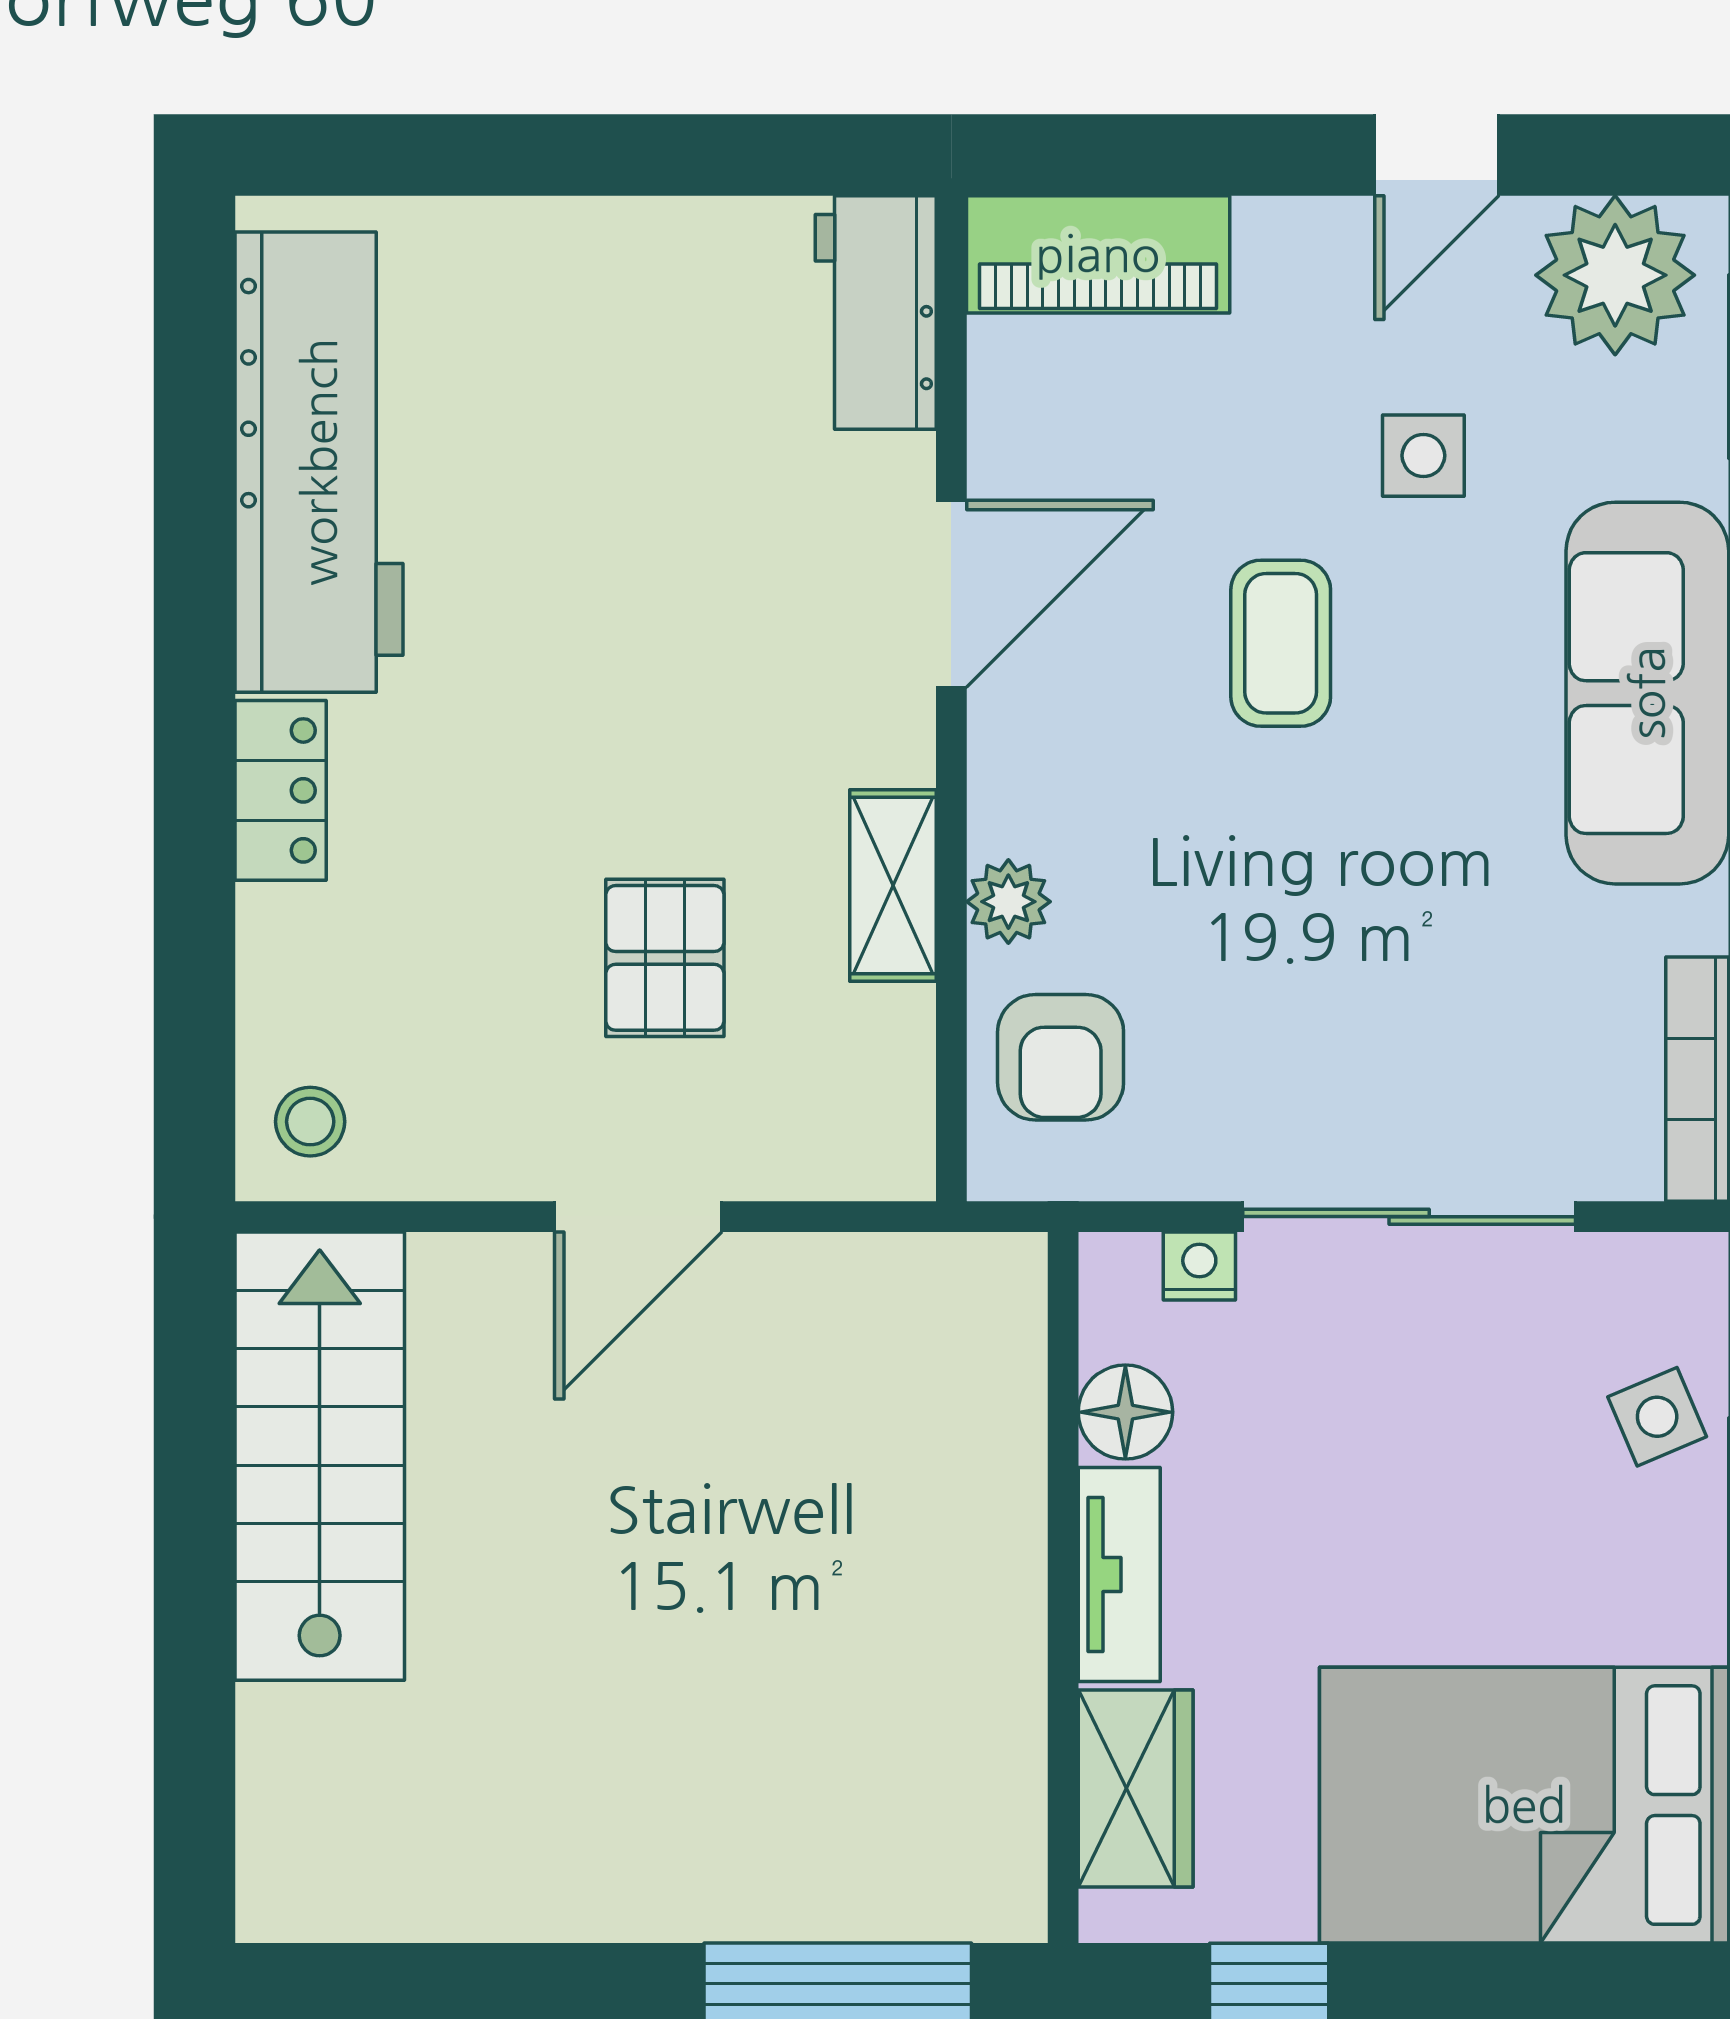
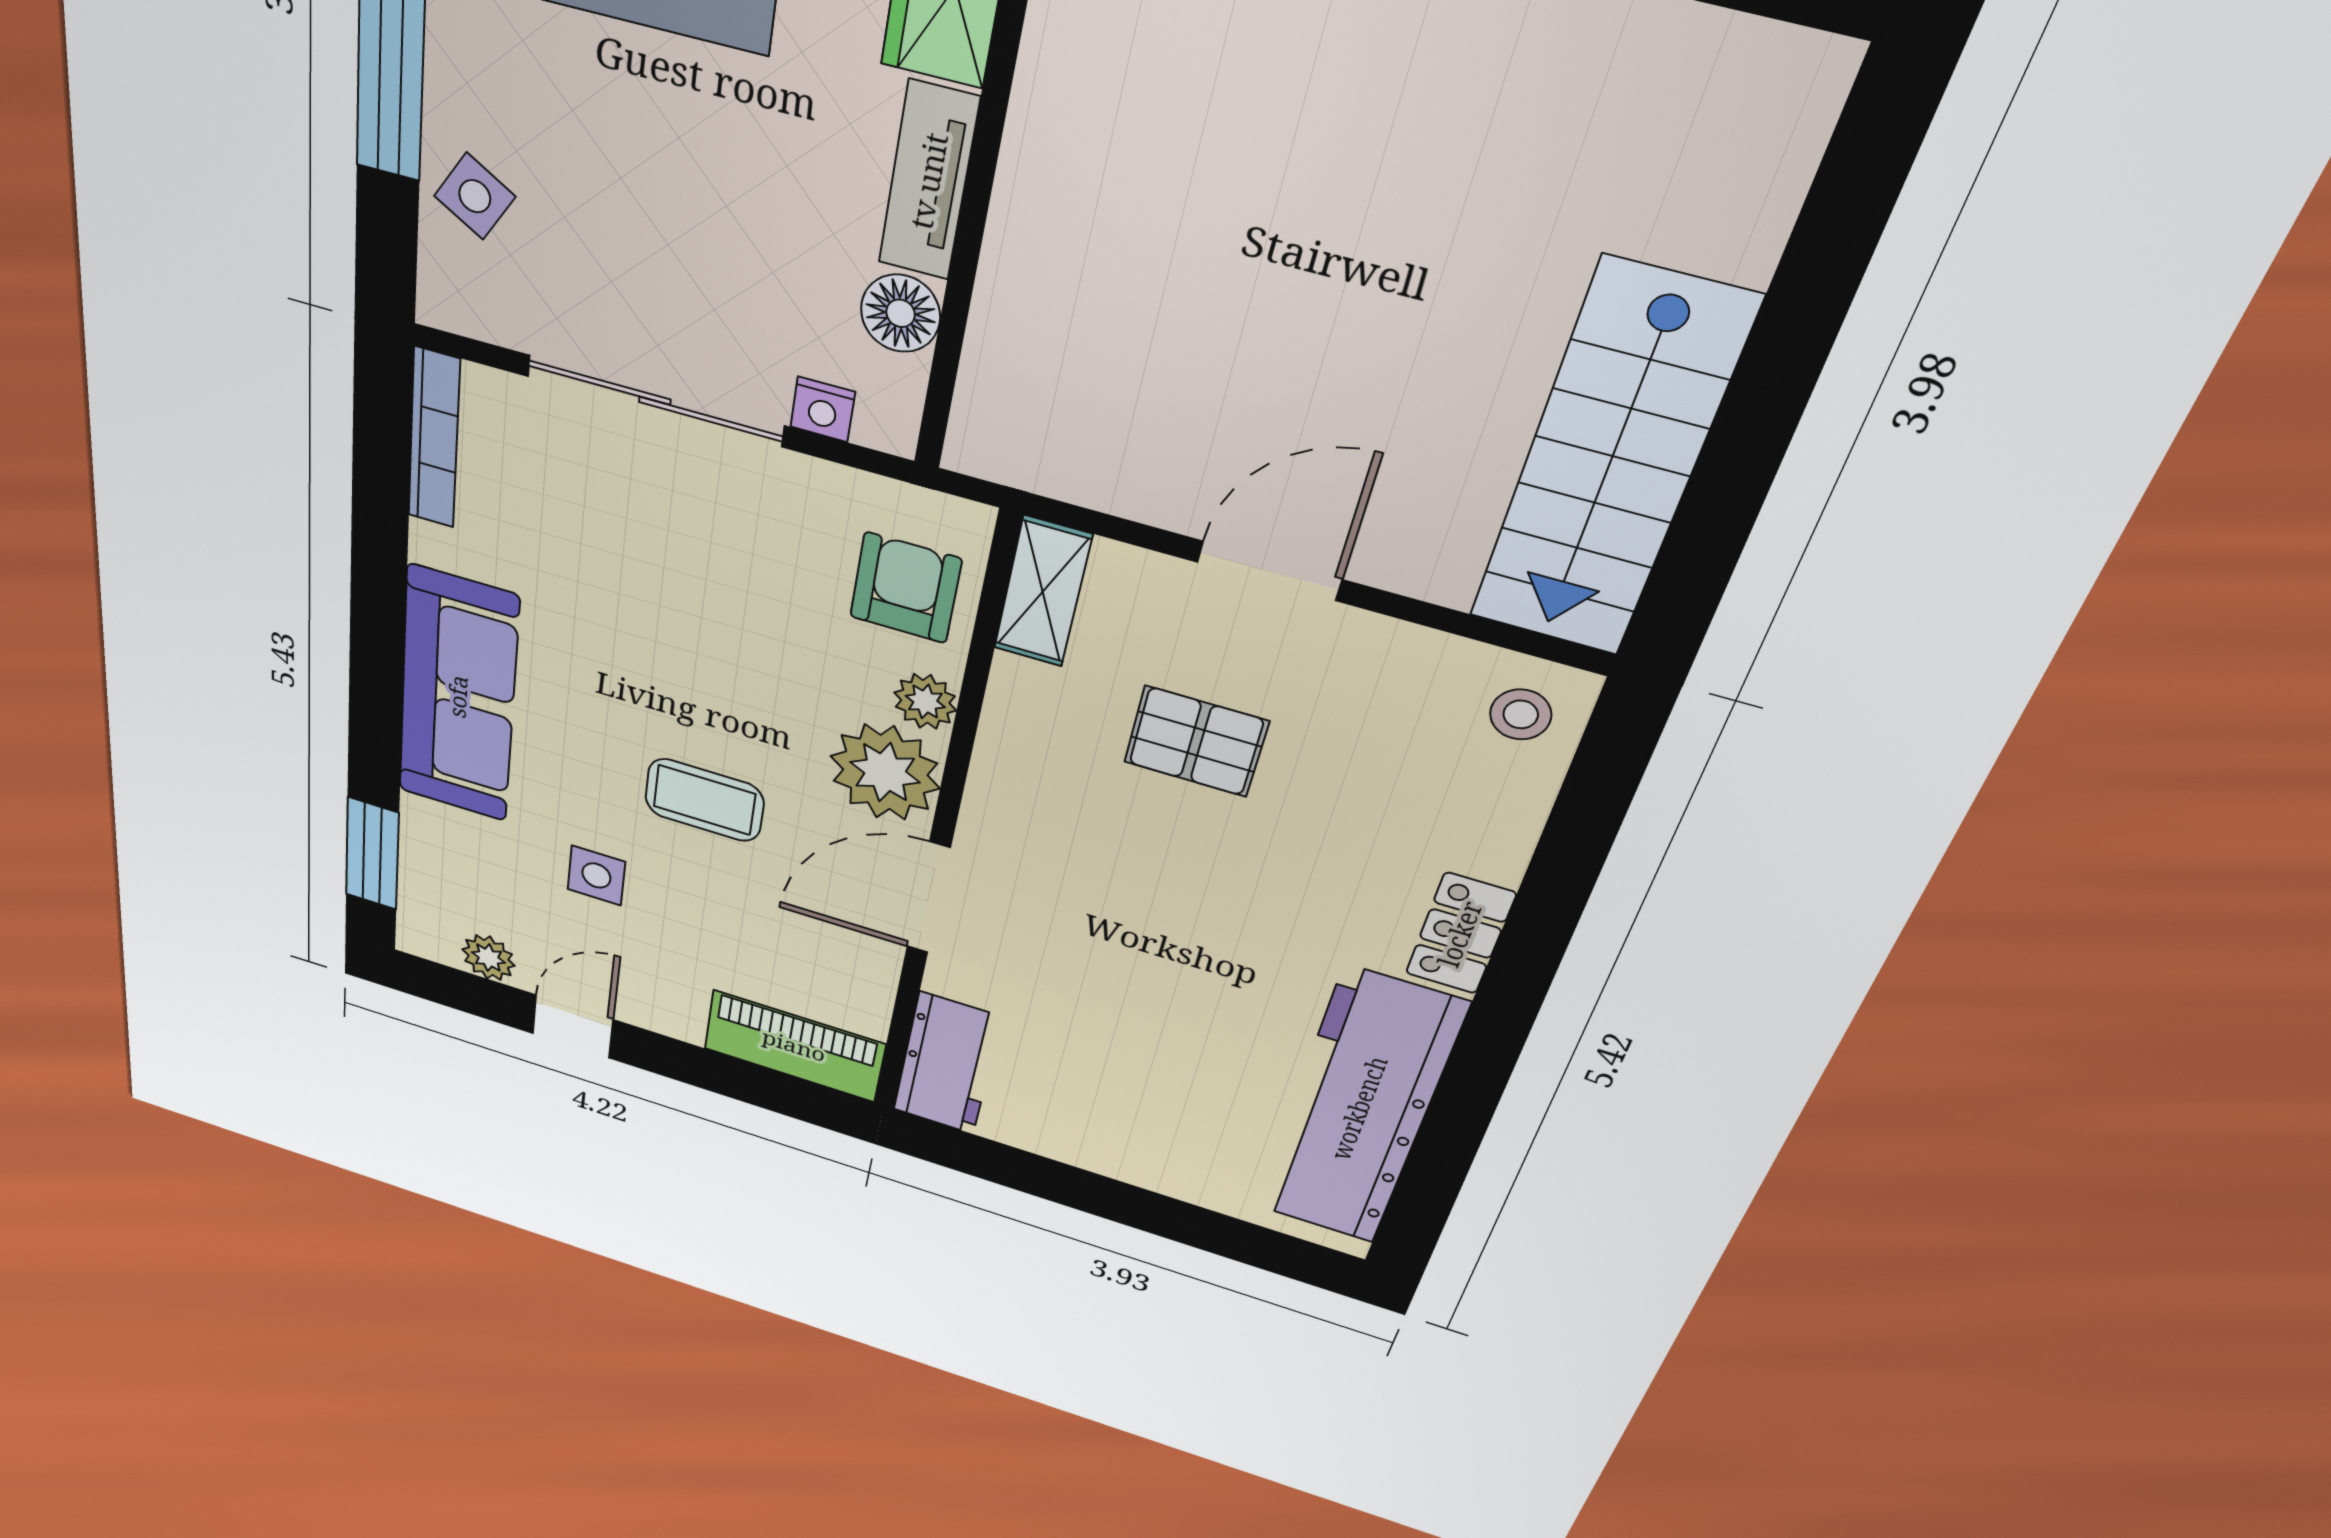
plant: (1615, 275) -> (488, 958), width x0.53, depth x0.53
coffee table: (1281, 643) -> (704, 800), turned 90
plant: (1042, 776) -> (885, 772), added
shelving: (893, 886) -> (1043, 592), moved
pallet: (665, 958) -> (1196, 741), turned 90
side table: (1657, 1417) -> (475, 196), turned -36

